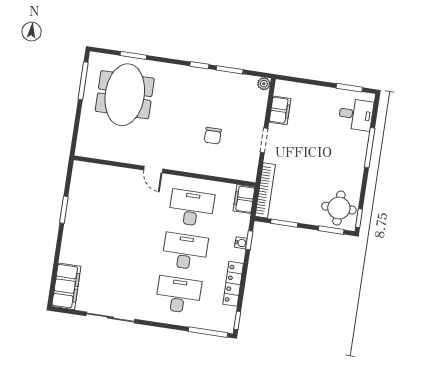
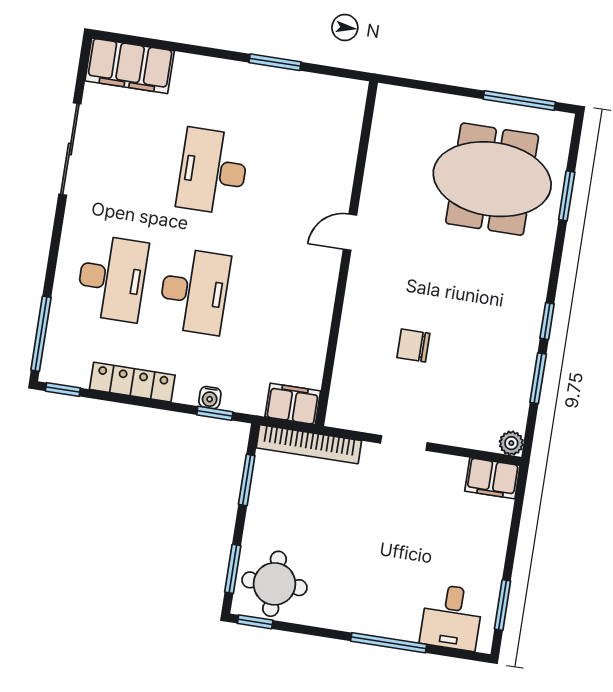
filing cabinet: (280, 110) -> (492, 478), moved
desk: (191, 208) -> (213, 171), moved, turned 180

